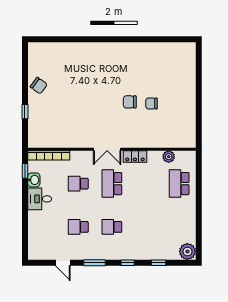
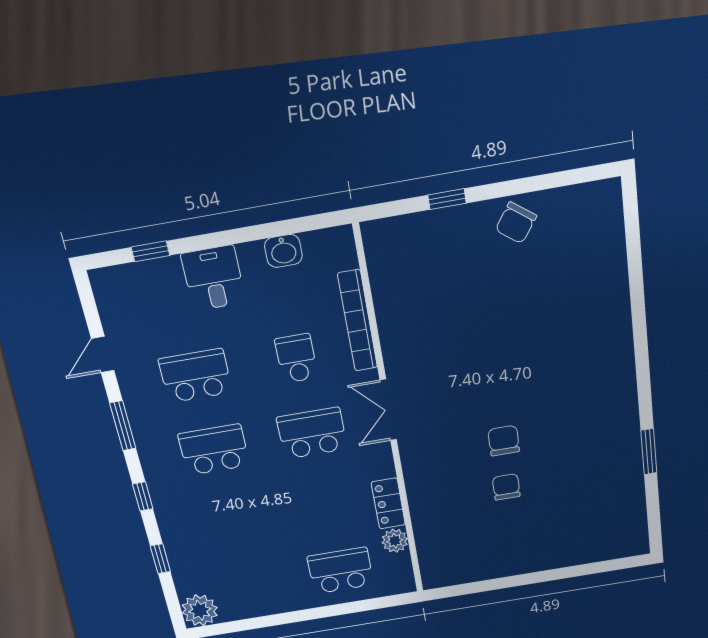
window: (146, 39) -> (649, 452), added
bookcase: (49, 155) -> (358, 321), moved
locker: (135, 157) -> (388, 503), moved
window: (25, 171) -> (150, 251), moved
desk: (40, 199) -> (213, 278), moved
school desk: (78, 227) -> (196, 376), width x1.85
school desk: (112, 227) -> (214, 450), width x1.85

